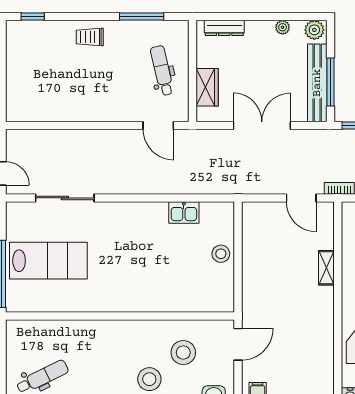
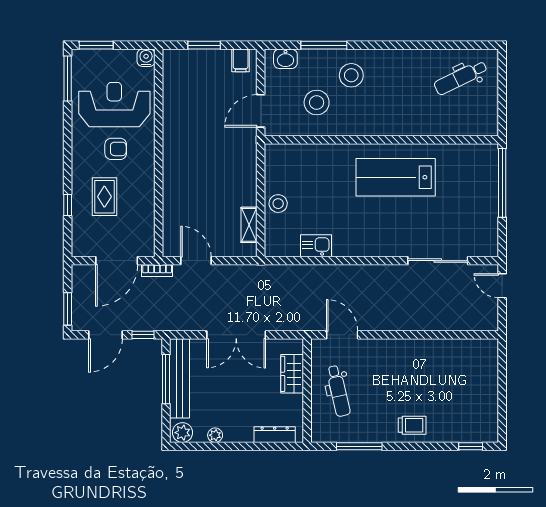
lab bench: (48, 261) -> (396, 177), moved
shelving: (326, 268) -> (249, 225), moved

